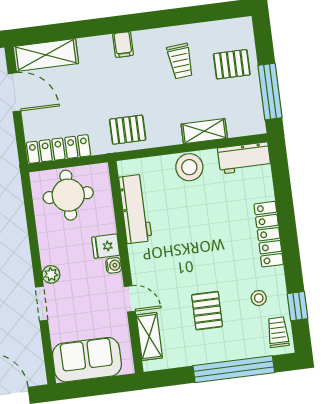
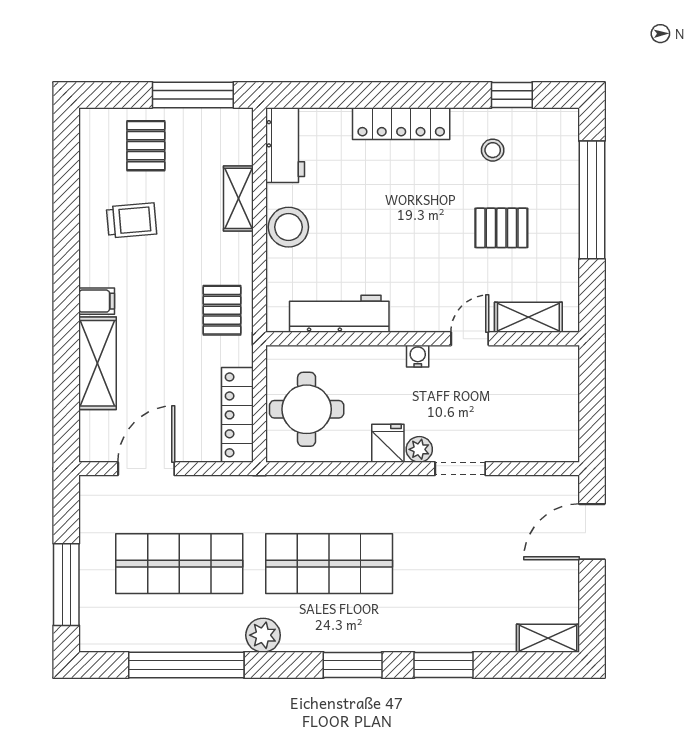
shelving: (46, 55) -> (97, 363), moved
fridge: (106, 246) -> (388, 443), moved, turned 180
trolley: (278, 332) -> (546, 128), removed
sofa: (87, 360) -> (551, 413), removed

